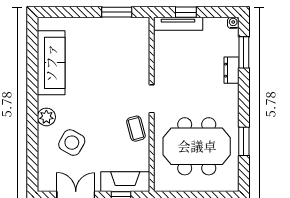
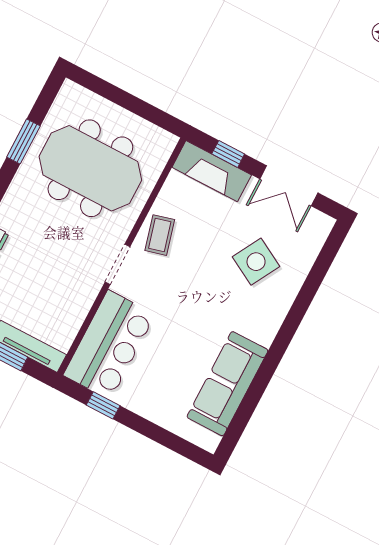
window: (117, 12) -> (103, 405), width x0.67
bar counter: (132, 49) -> (109, 345), added
plant: (46, 117) -> (272, 314), removed

